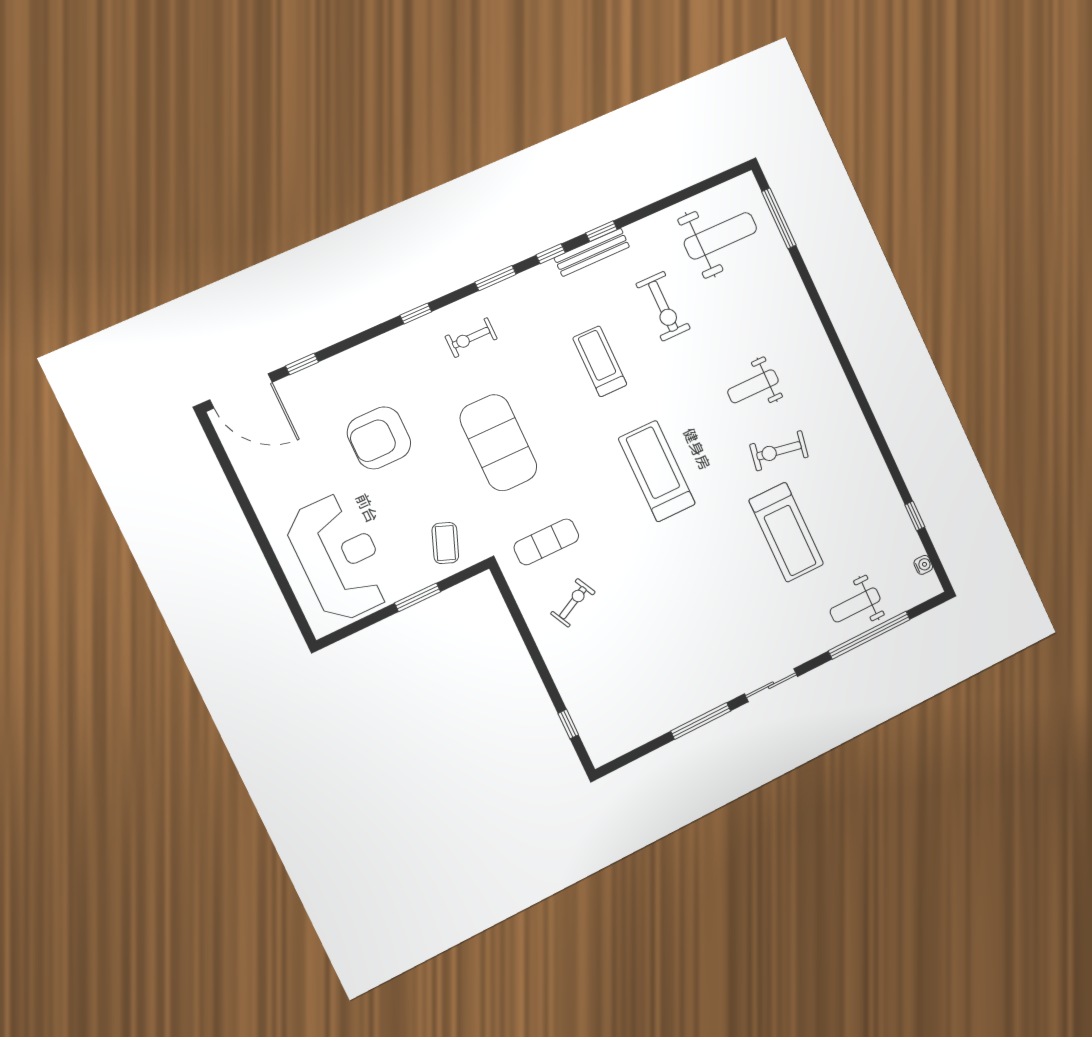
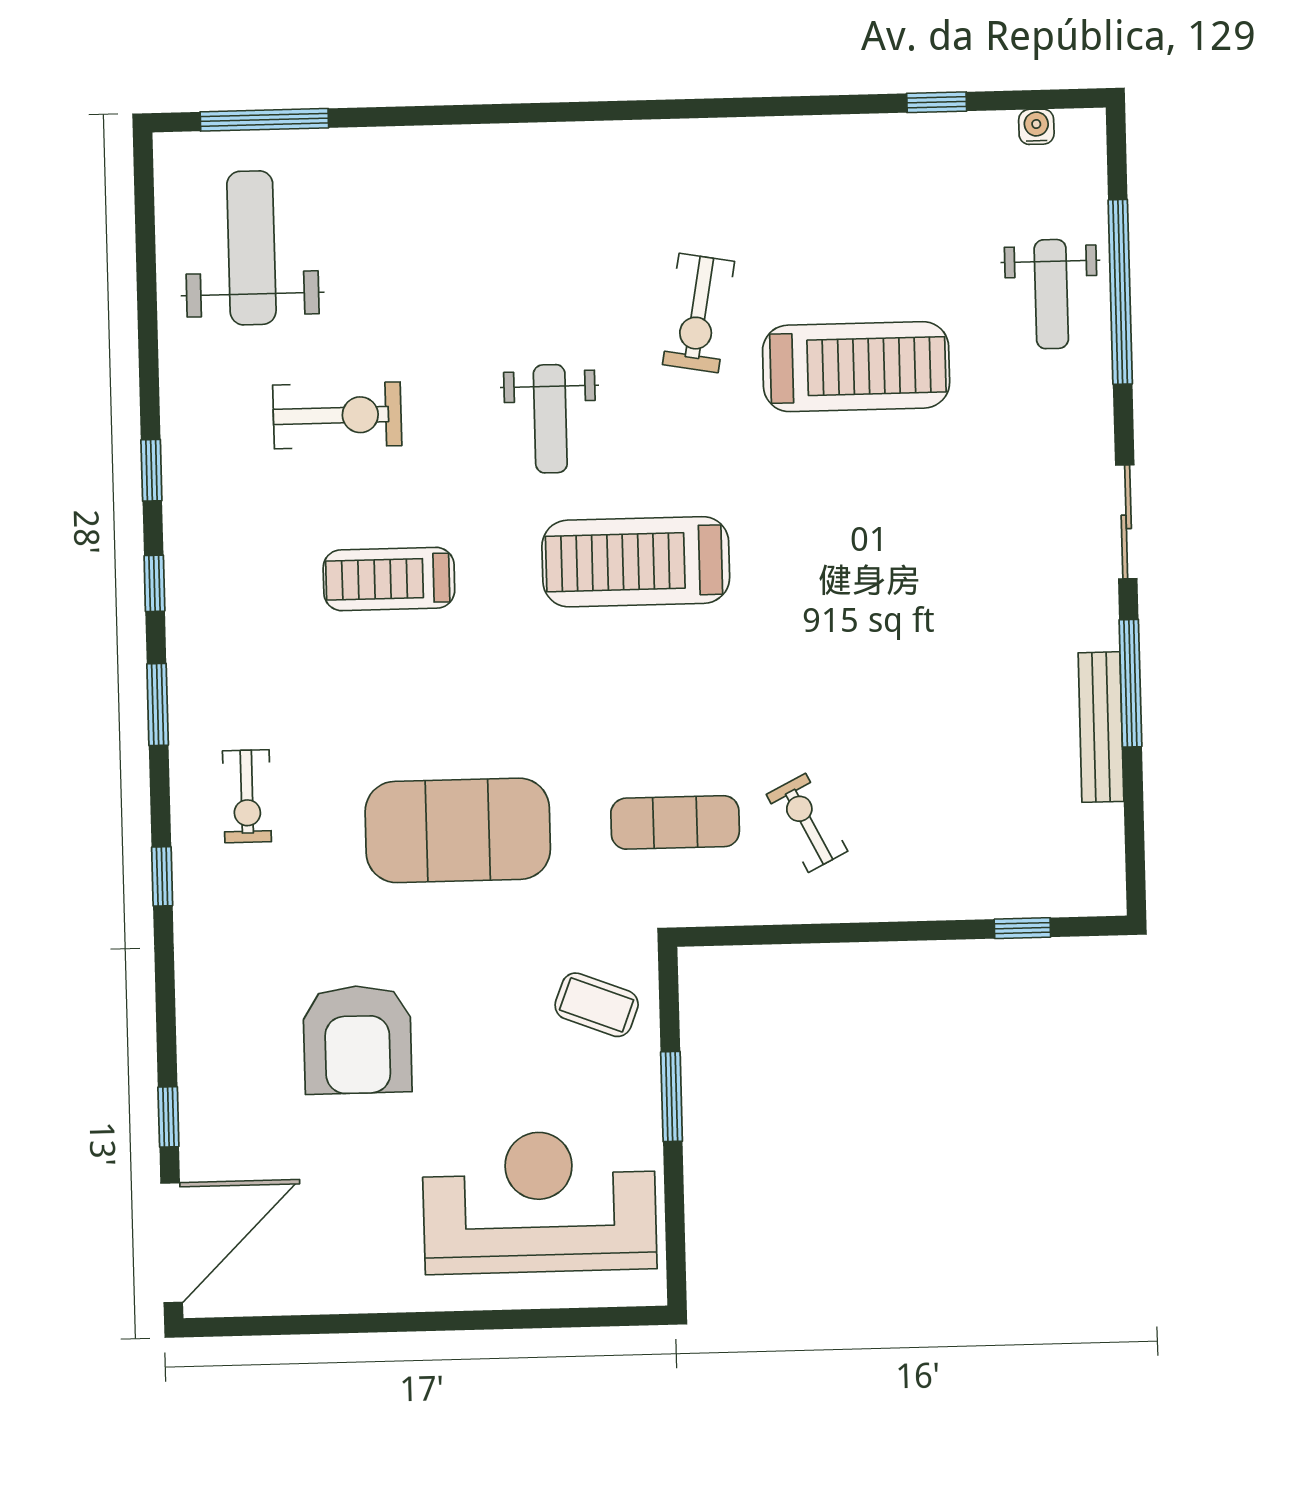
bench: (592, 252) -> (1101, 727), moved
weight bench: (753, 386) -> (550, 419), moved
exercise mat: (546, 542) -> (675, 822), turned 90

